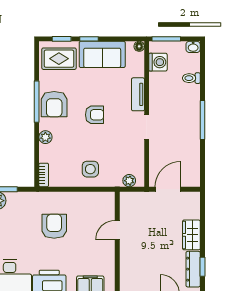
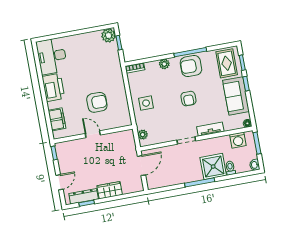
shower: (186, 99) -> (213, 167), added
door: (168, 189) -> (141, 166), hinge flipped
armchair: (54, 226) -> (97, 102), moved
door: (117, 230) -> (93, 134), moved

